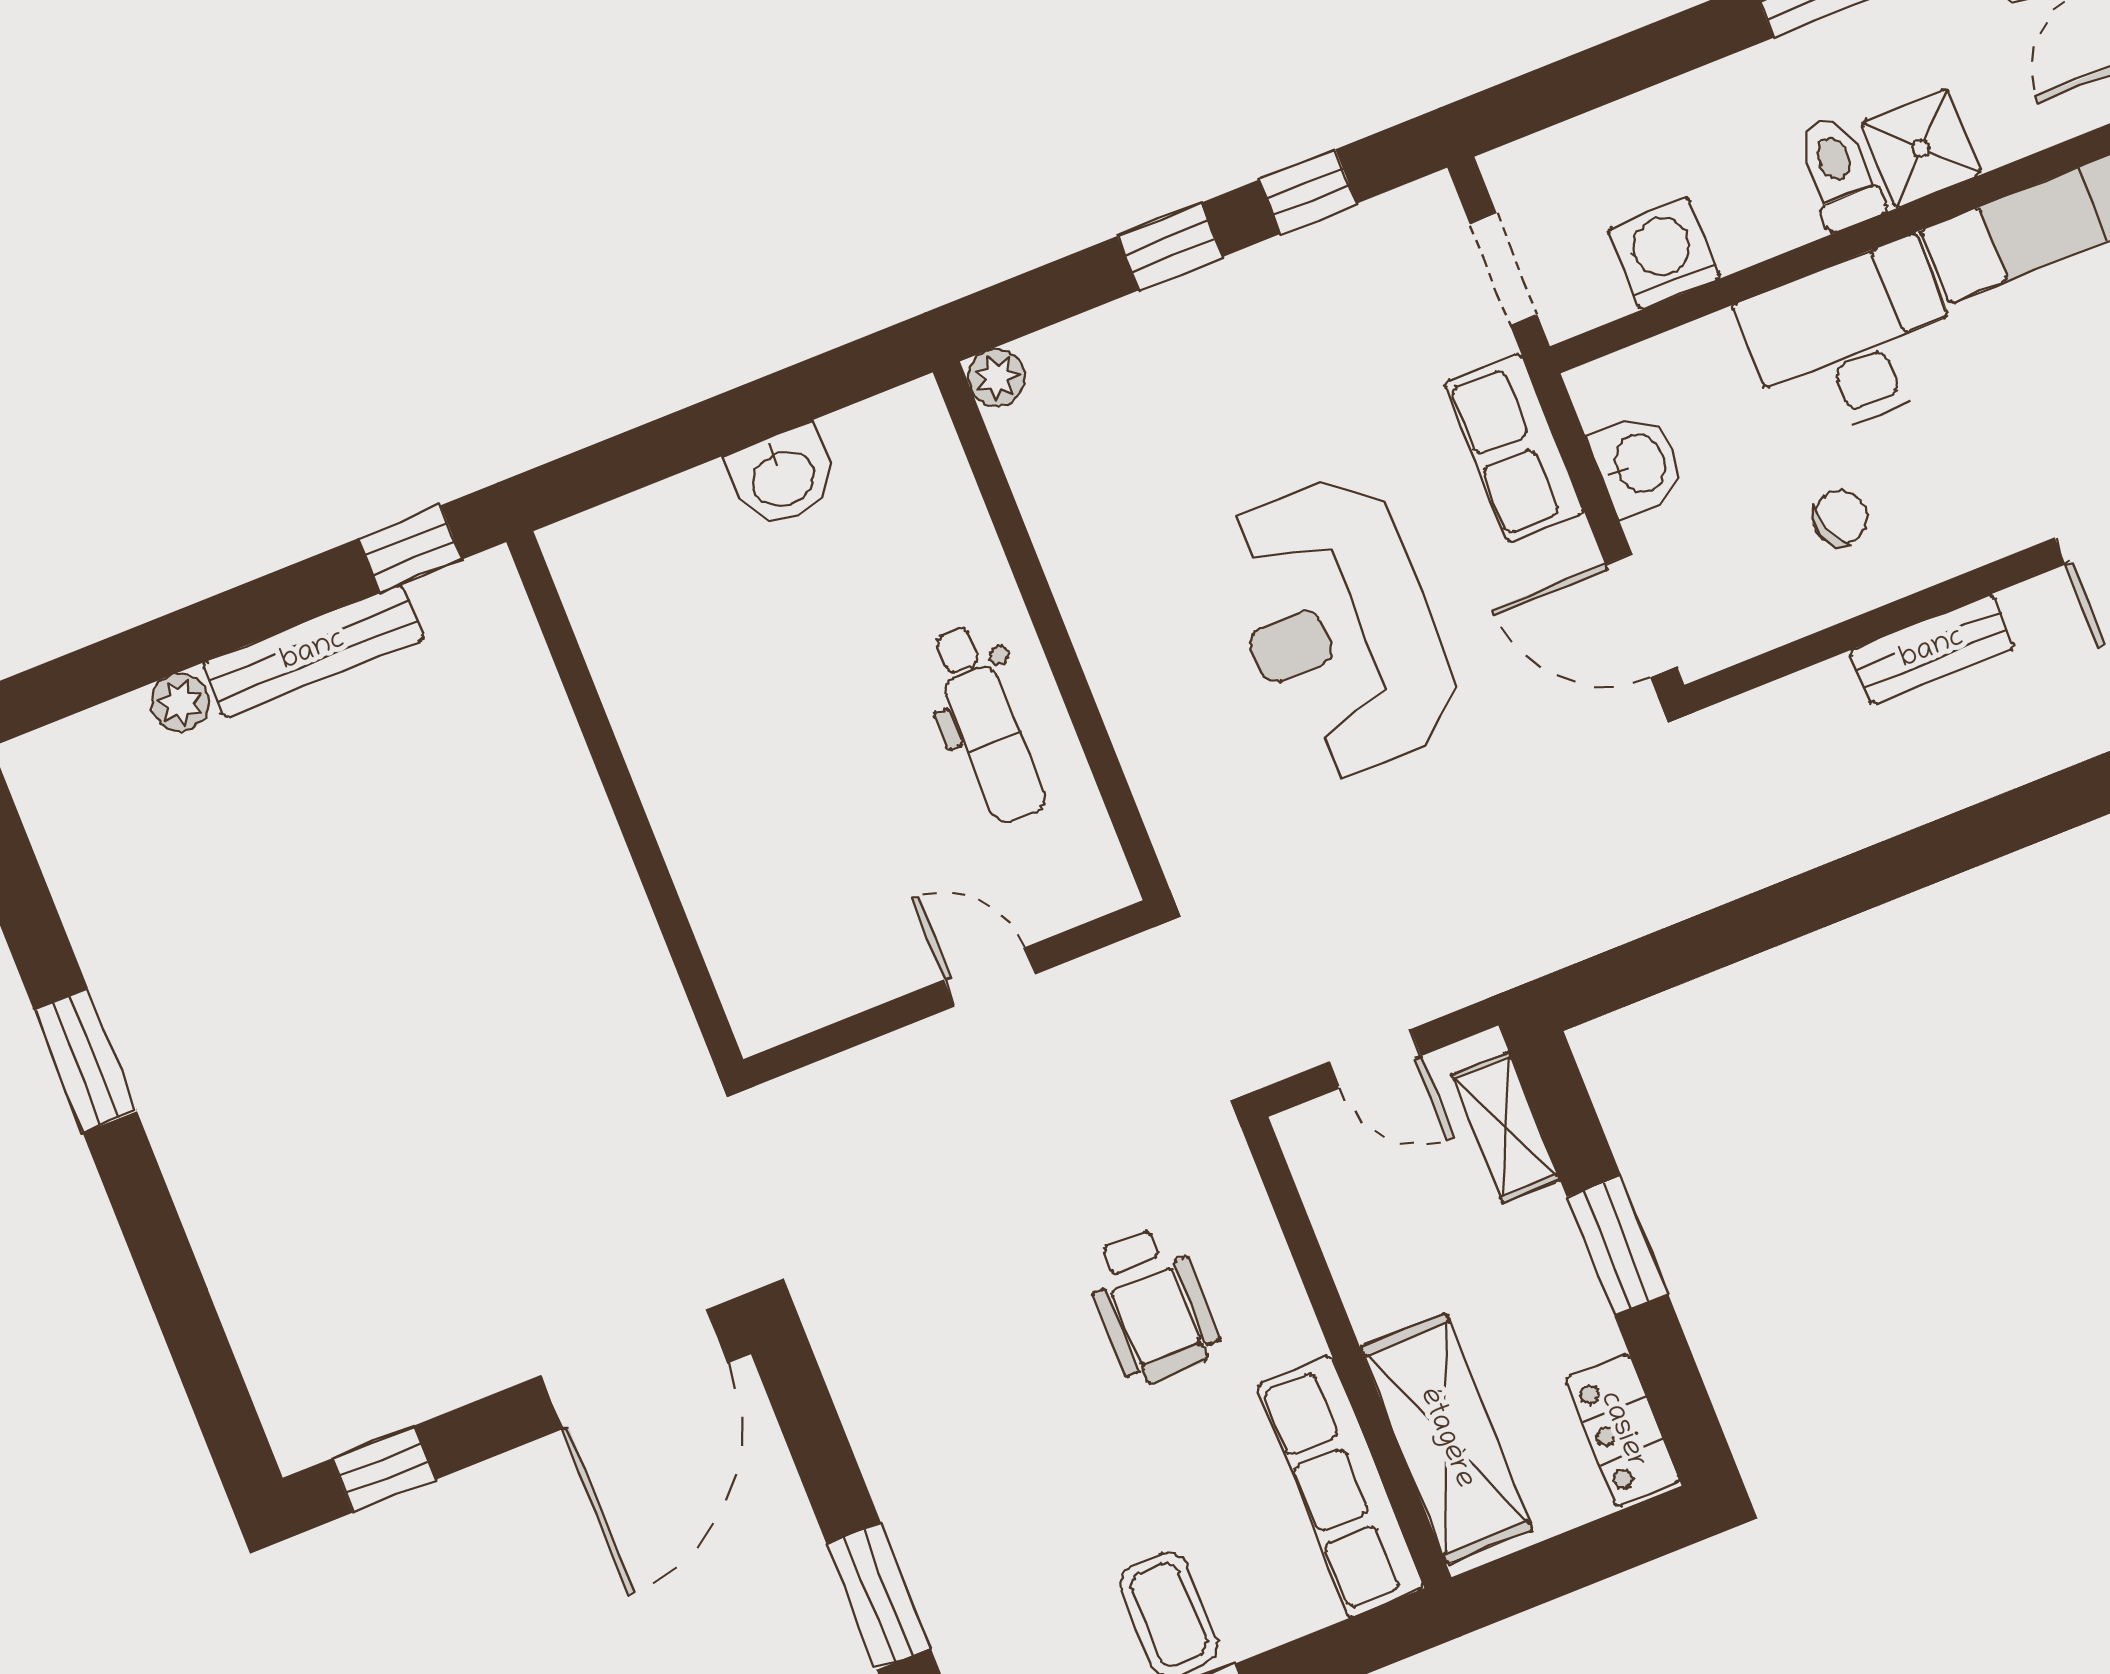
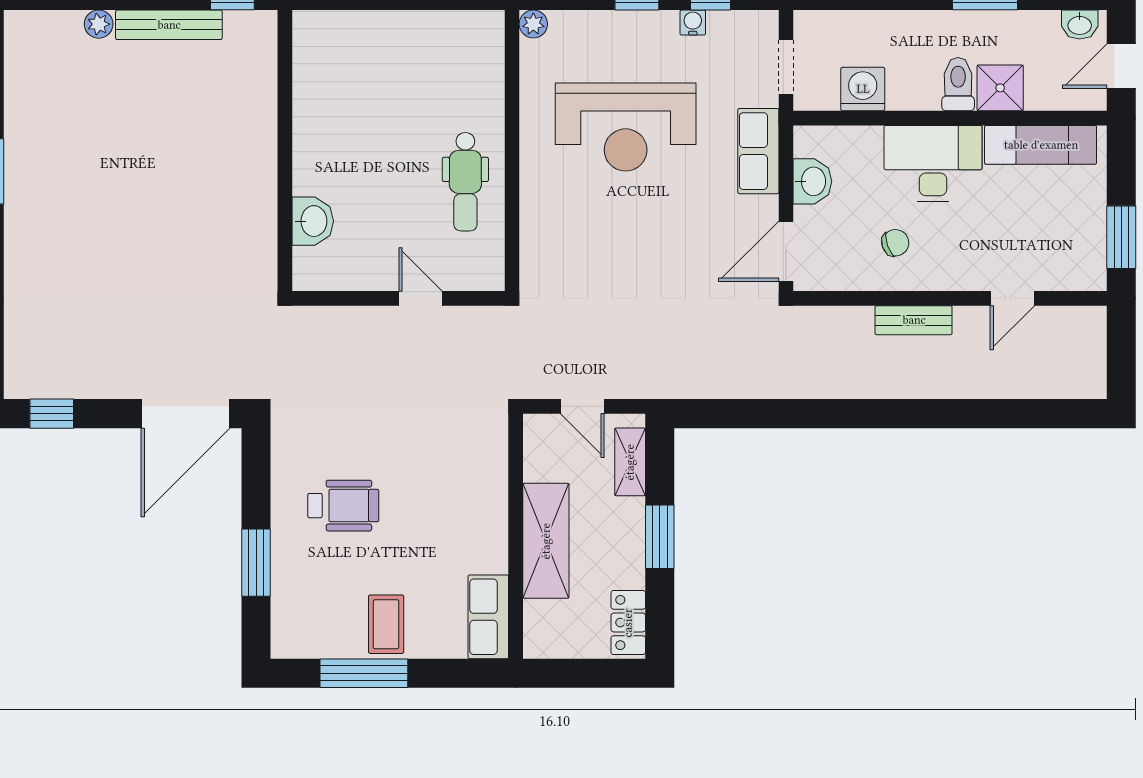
water cooler: (1295, 255) -> (693, 23), added
washbasin: (782, 477) -> (313, 221), moved, turned -90
door: (1641, 615) -> (786, 251), hinge flipped
reception desk: (1339, 627) -> (626, 127), moved, turned -90
wheelchair: (1152, 1306) -> (343, 506), moved, turned -90
shelving: (1446, 1438) -> (546, 541), moved
row of seats: (1340, 1486) -> (488, 617), width x0.68

